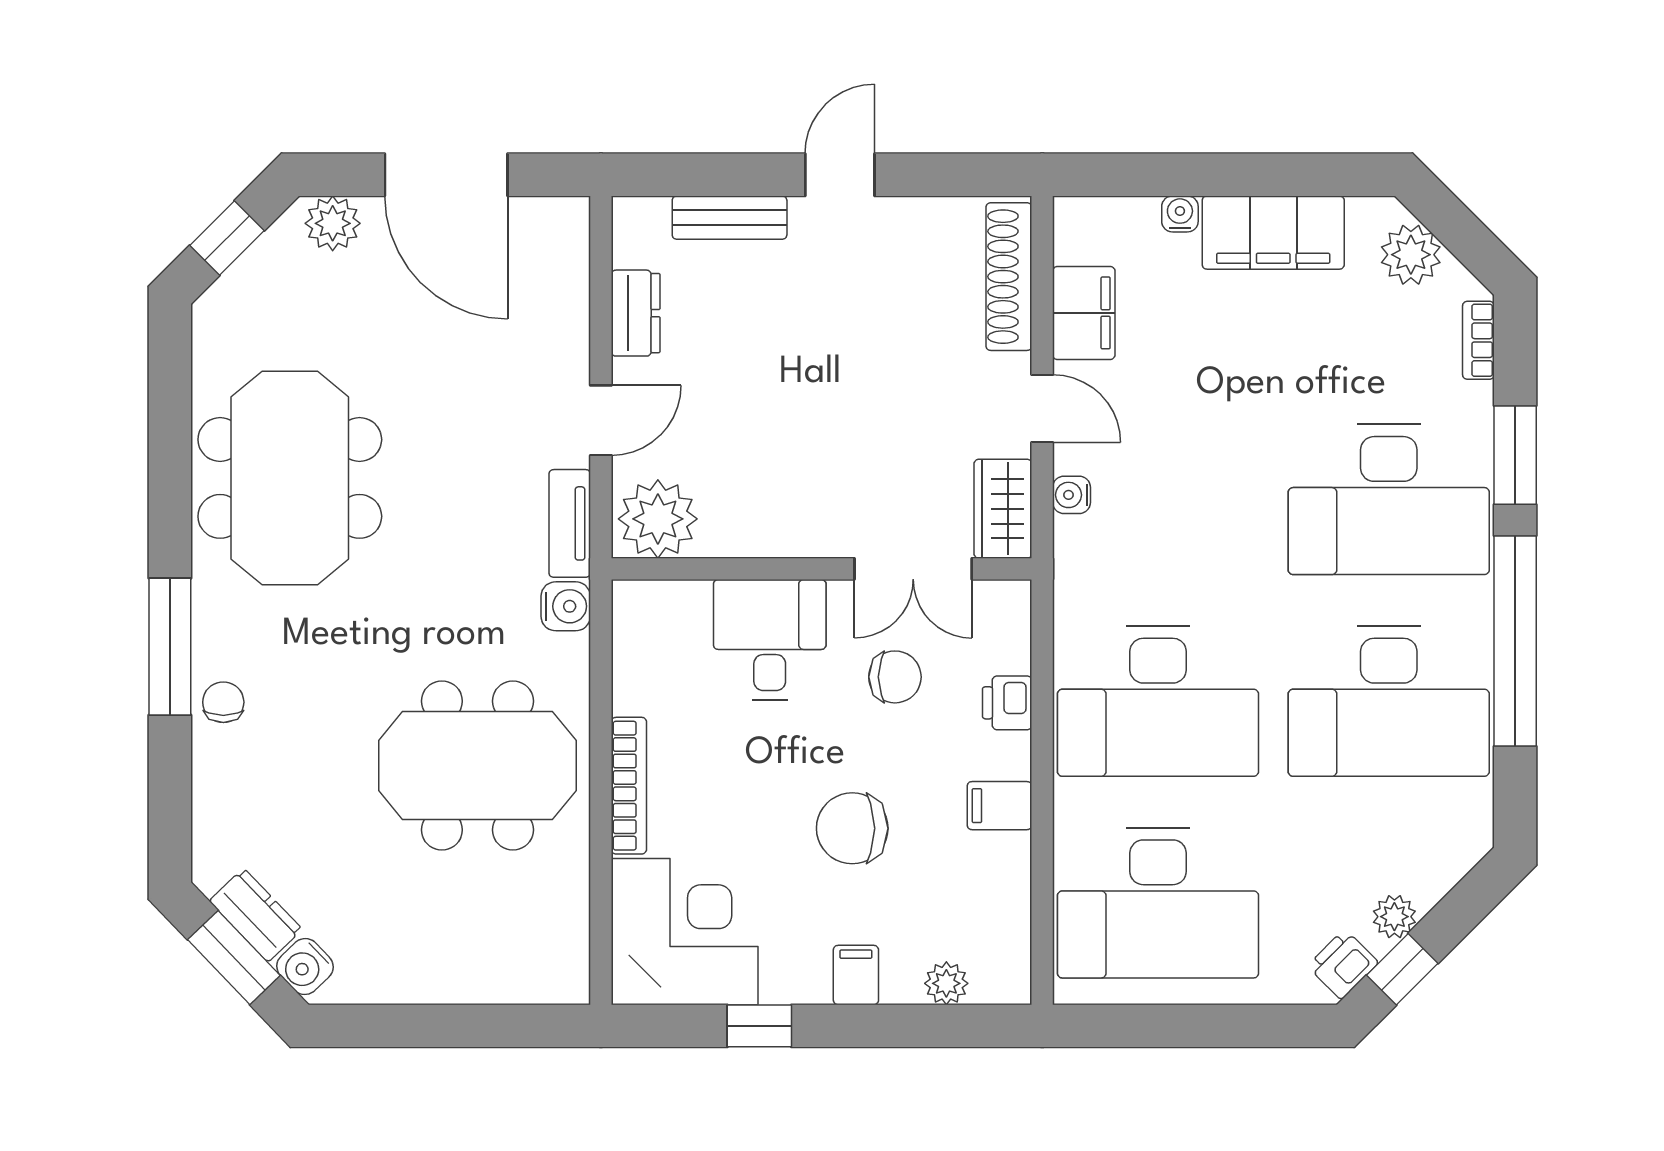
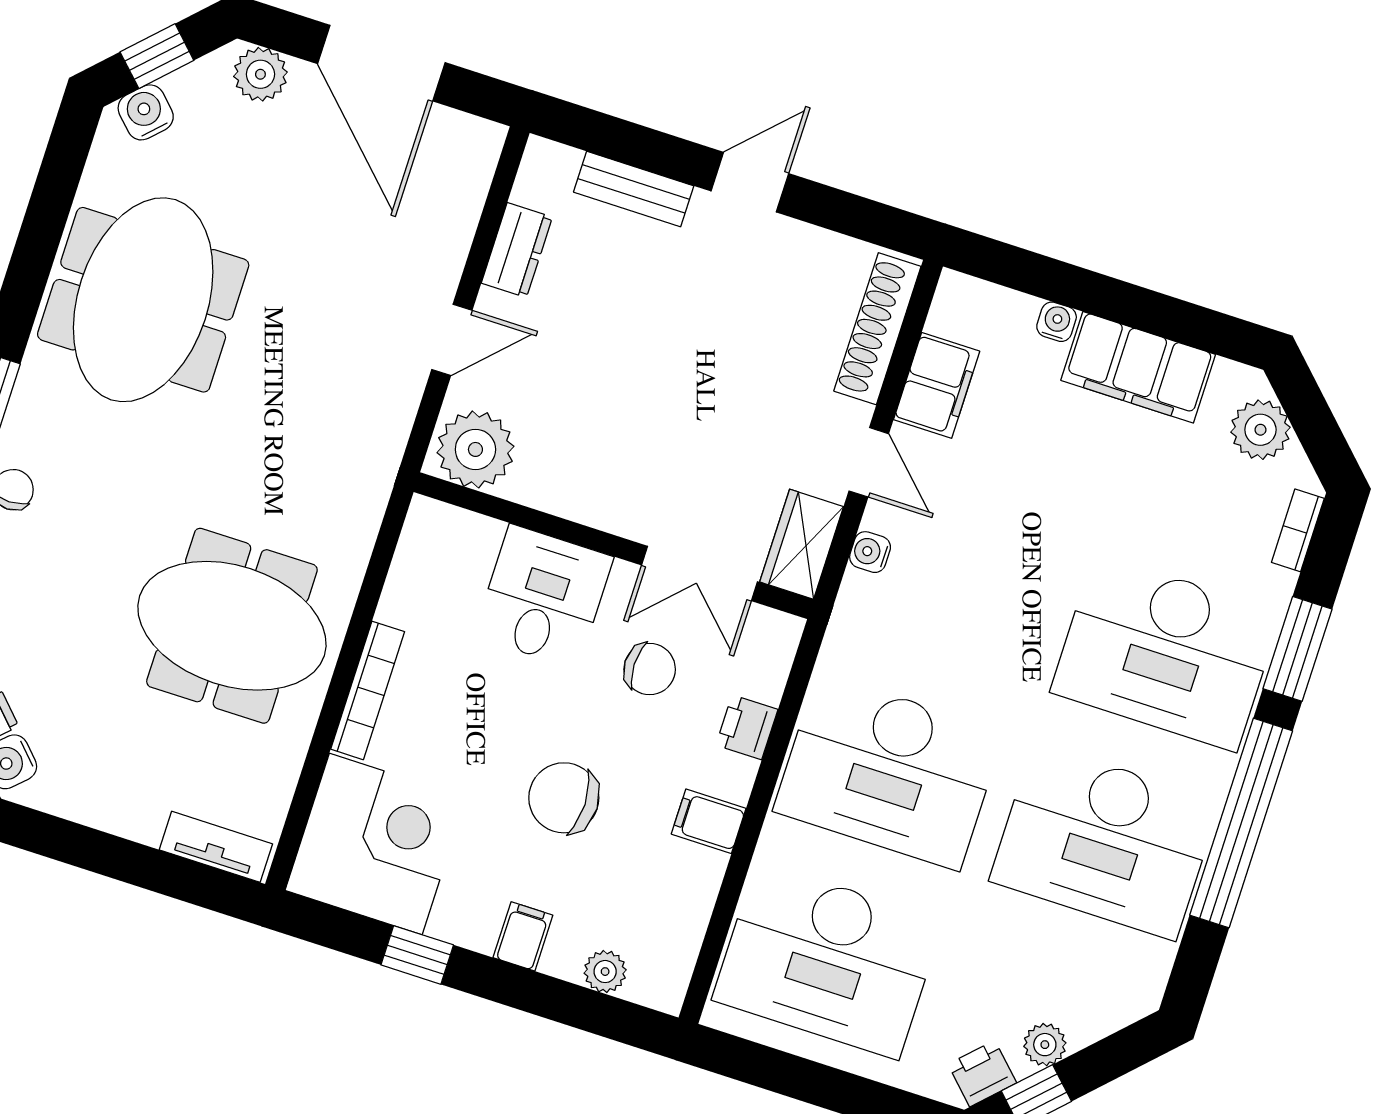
tv unit: (570, 523) -> (216, 847), moved, turned 90
water cooler: (566, 606) -> (146, 112), moved, turned -135

